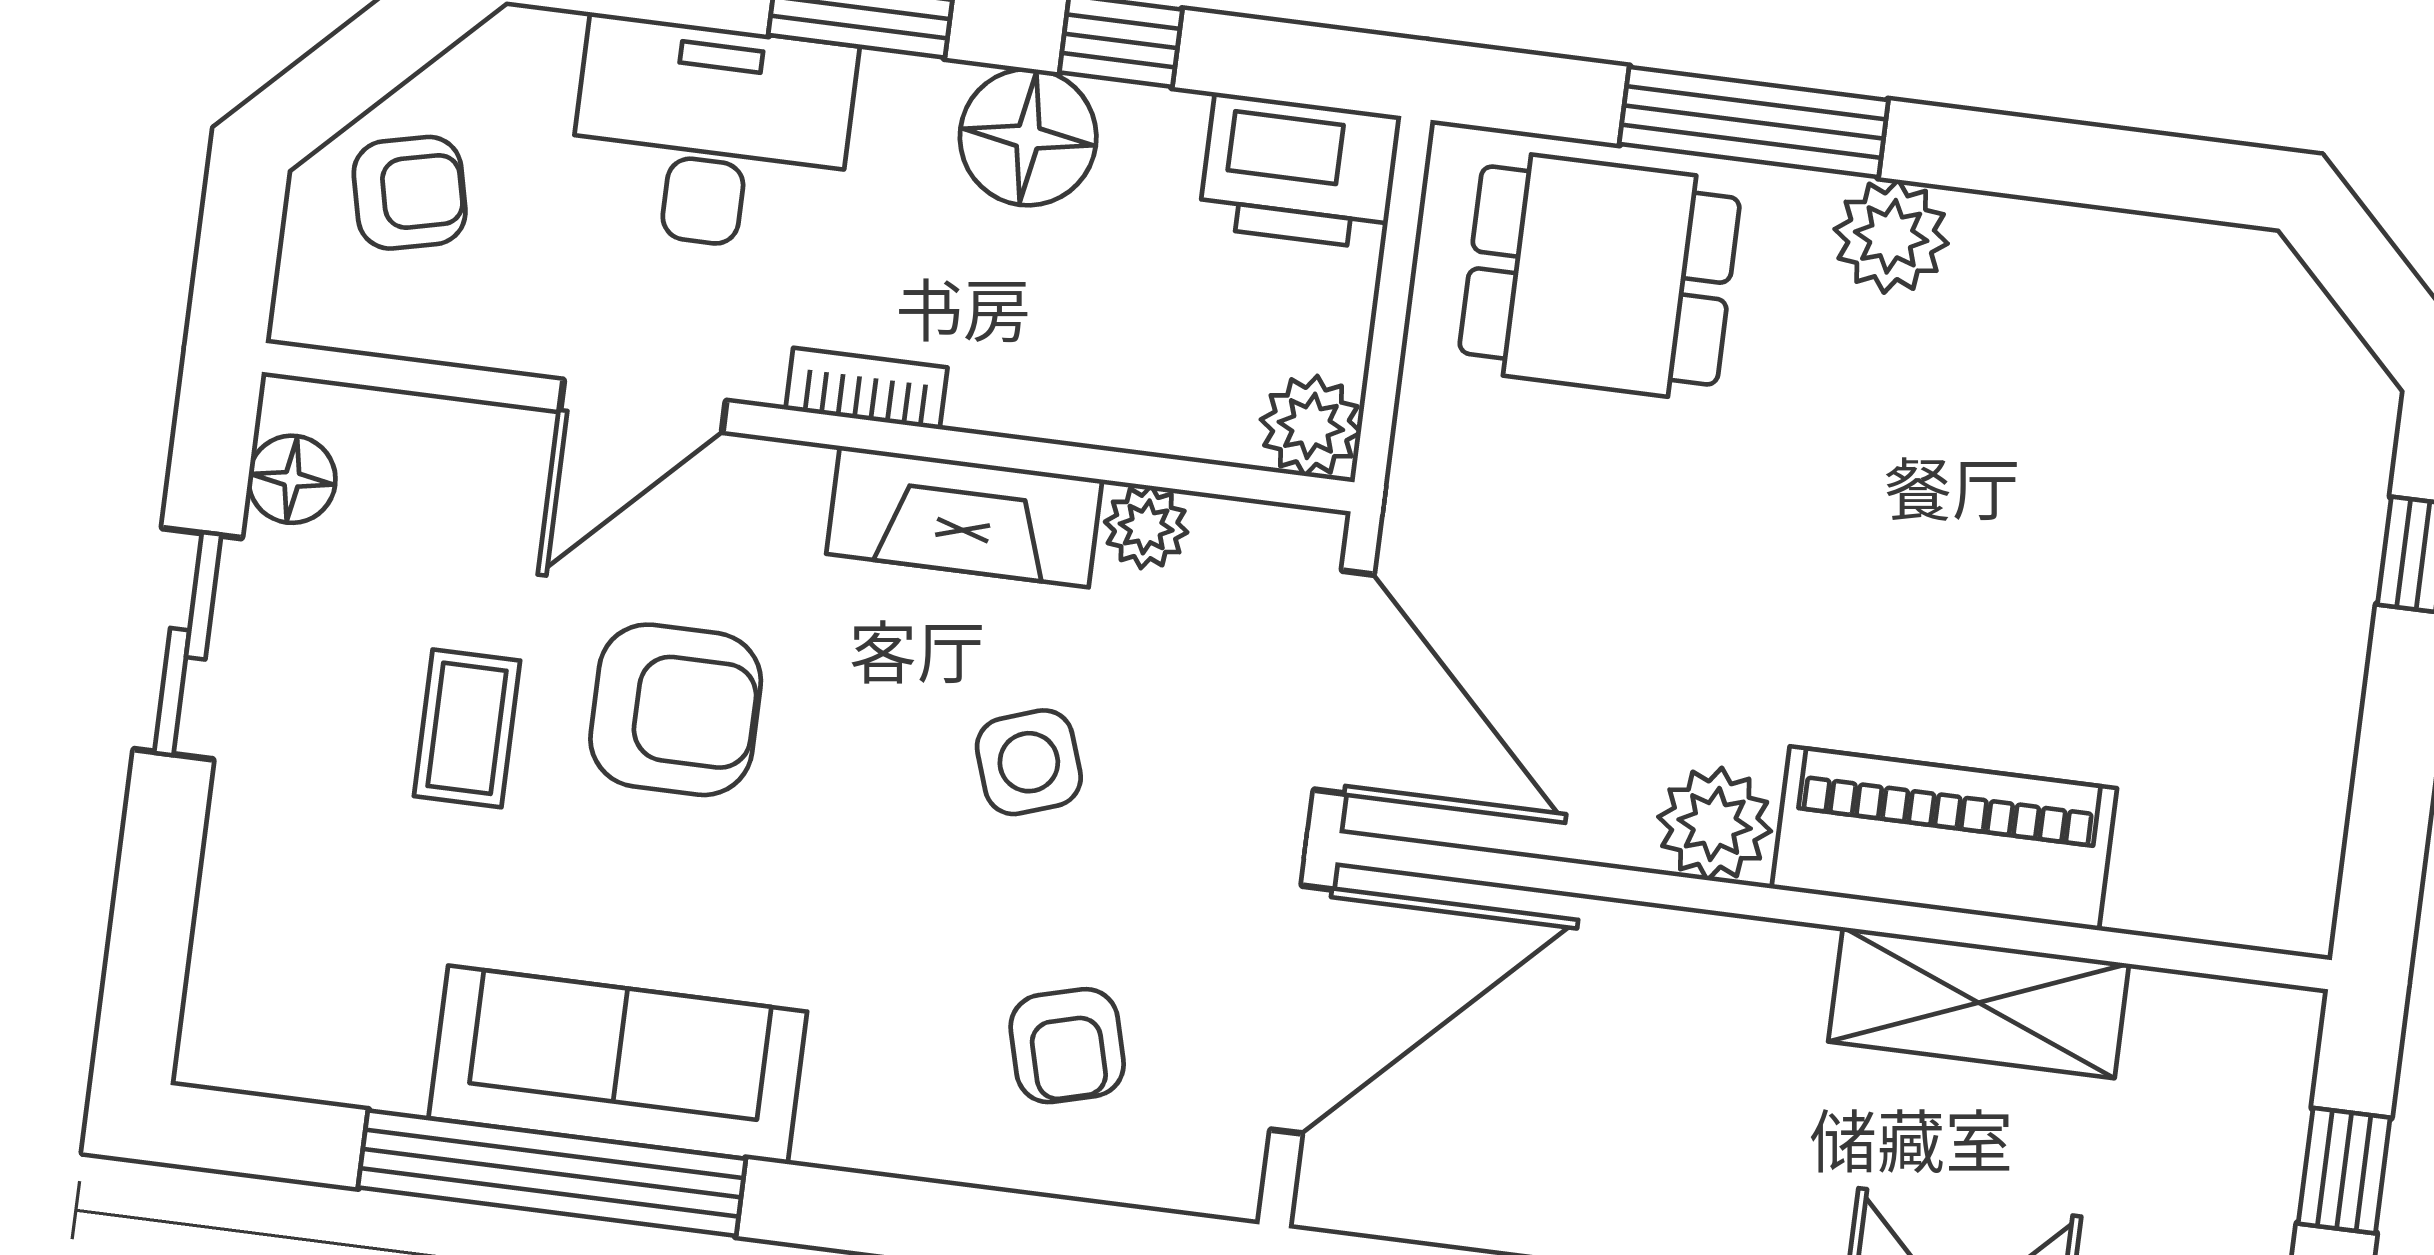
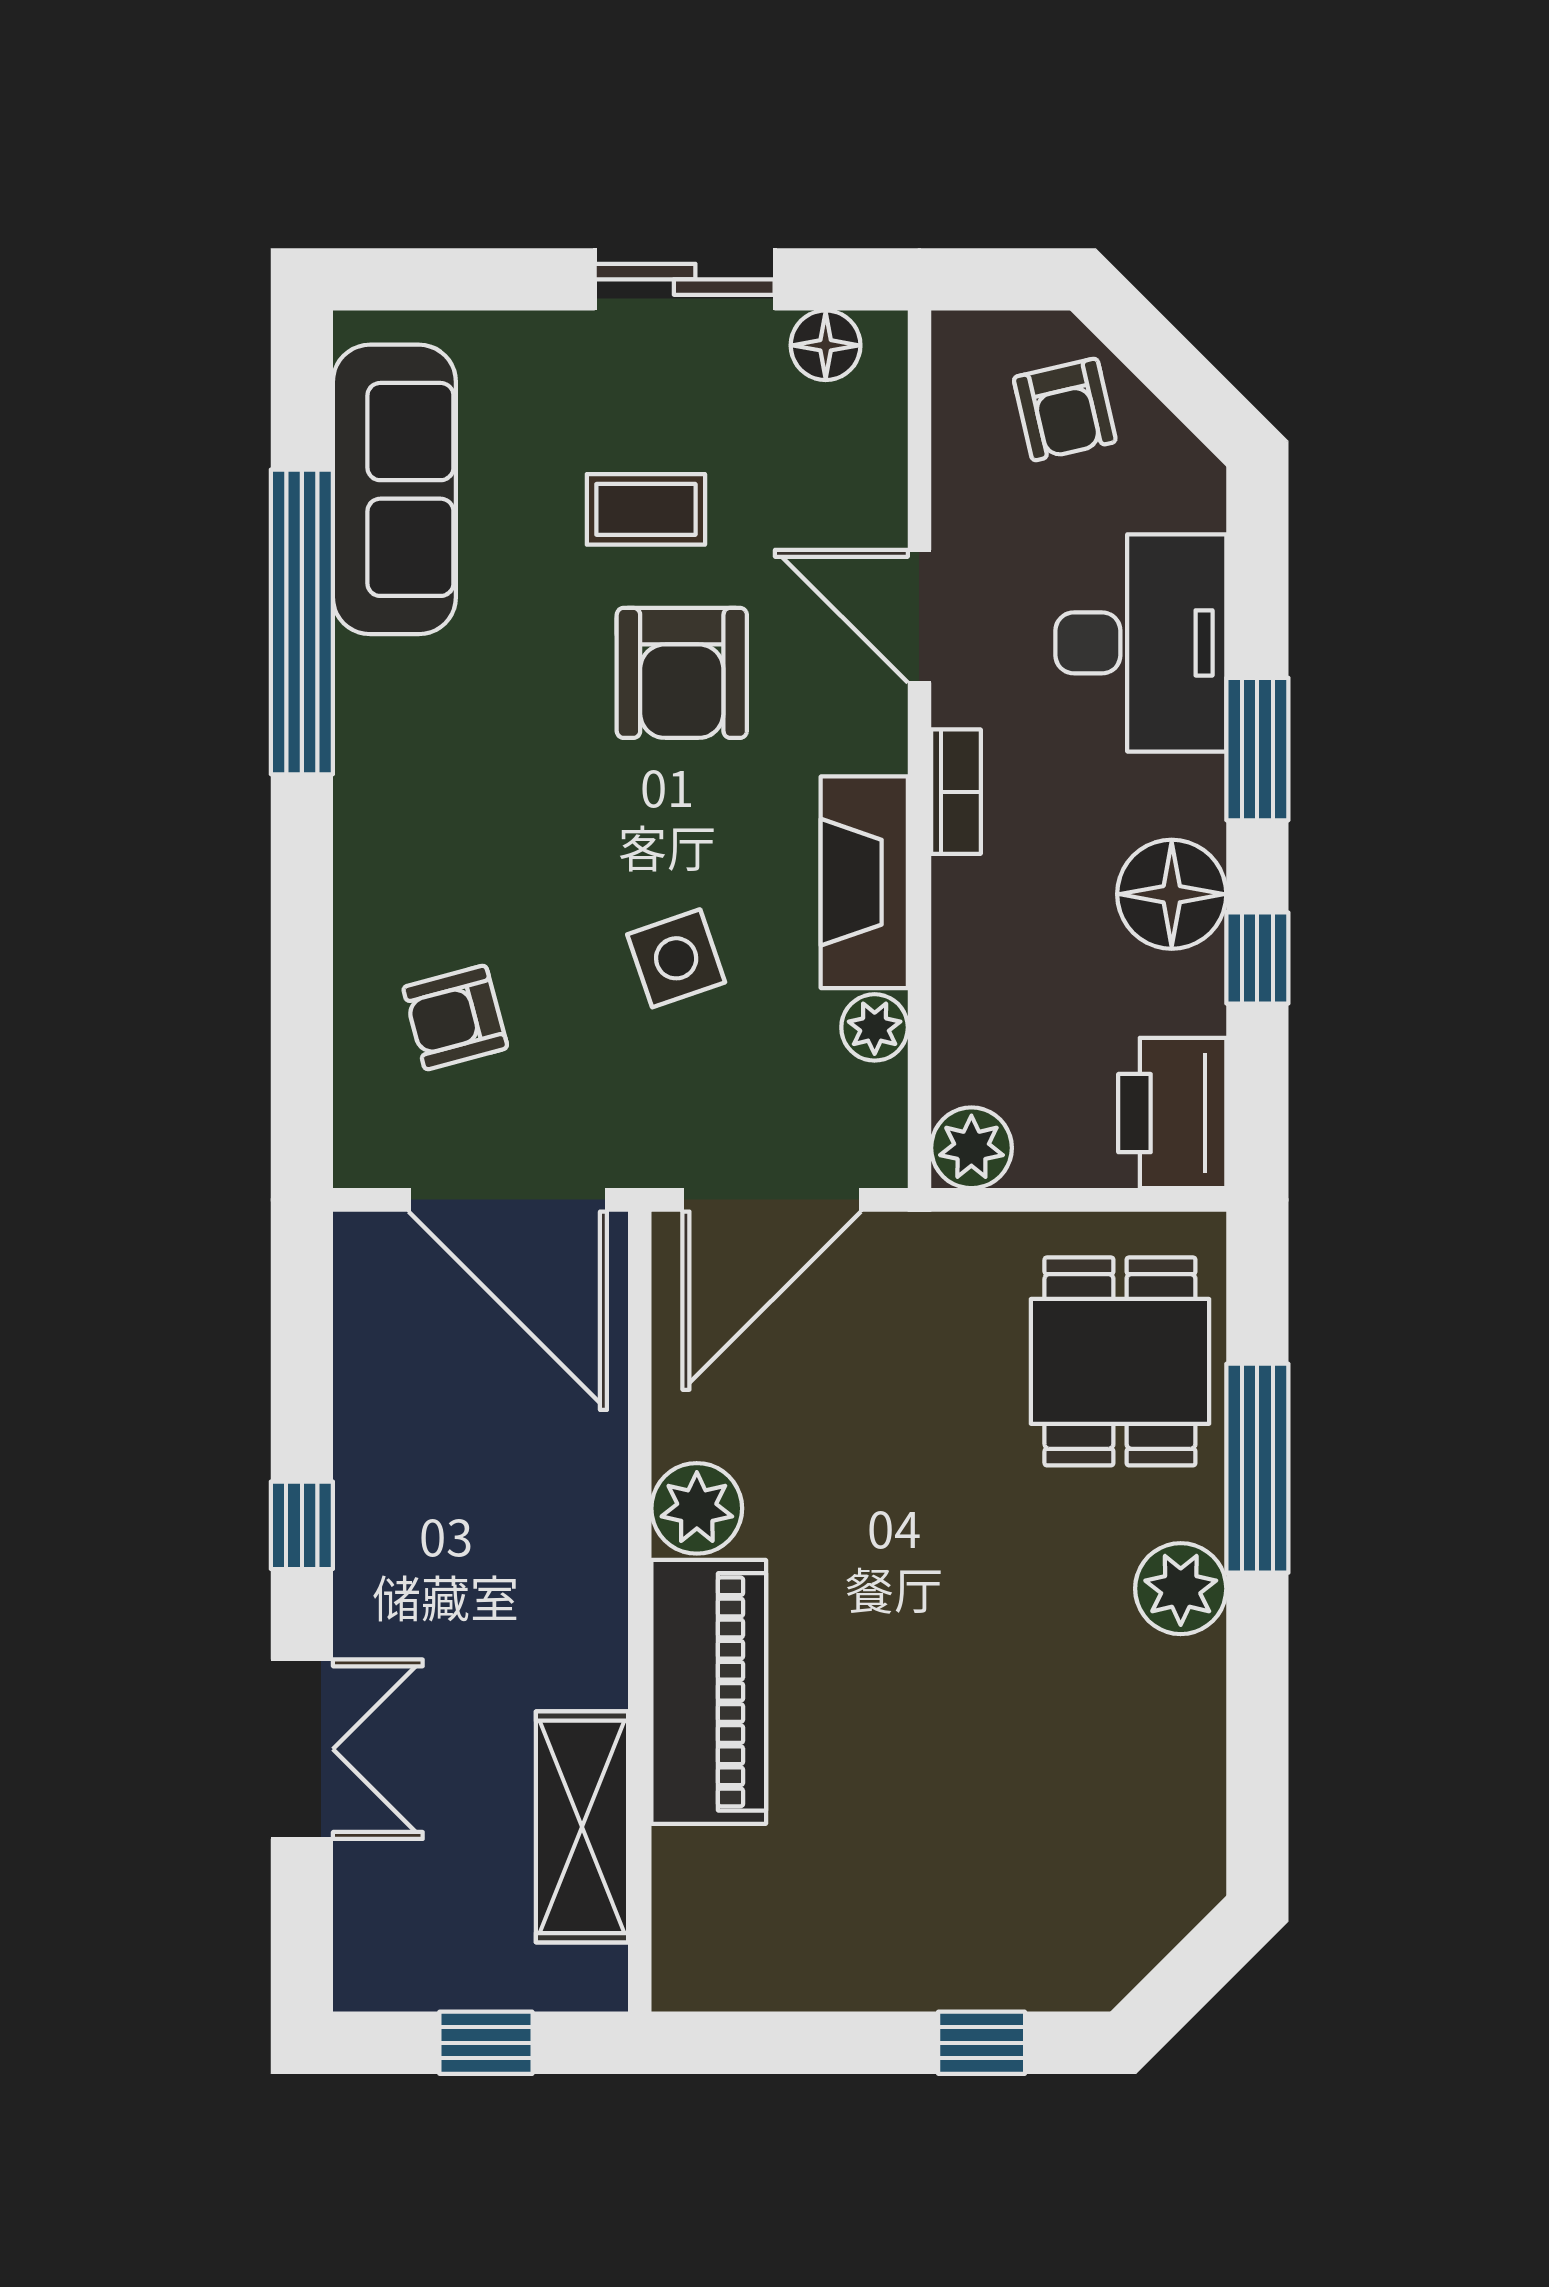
shelving: (1979, 1003) -> (582, 1827), moved
sofa: (618, 1065) -> (394, 489), moved

